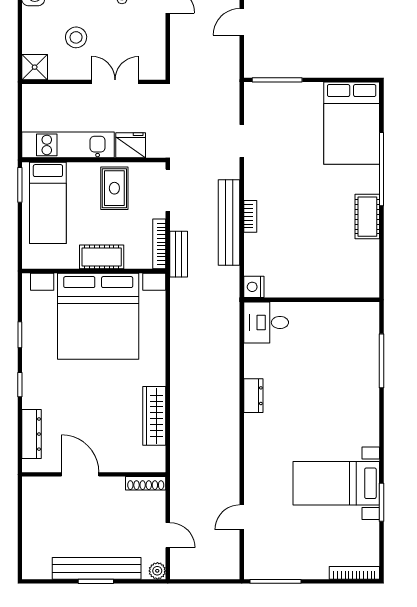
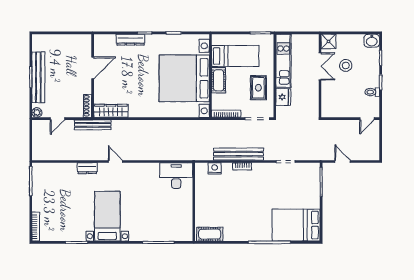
door: (242, 22) -> (343, 161), moved
double door: (115, 82) -> (320, 66), moved
rug: (114, 188) -> (258, 88), turned 90
bed: (48, 203) -> (235, 56), moved, turned 180
cot: (367, 217) -> (210, 234), moved
bench: (179, 254) -> (93, 125), moved, width x1.36
nightstand: (254, 287) -> (215, 168), moved
desk: (266, 322) -> (176, 176), width x1.37
dresser: (253, 396) -> (87, 168), moved
wardrobe: (154, 416) -> (111, 111), moved
dresser: (31, 434) -> (131, 40), moved
bed with nightstands: (336, 483) -> (107, 216), moved
door: (242, 517) -> (115, 161), moved

